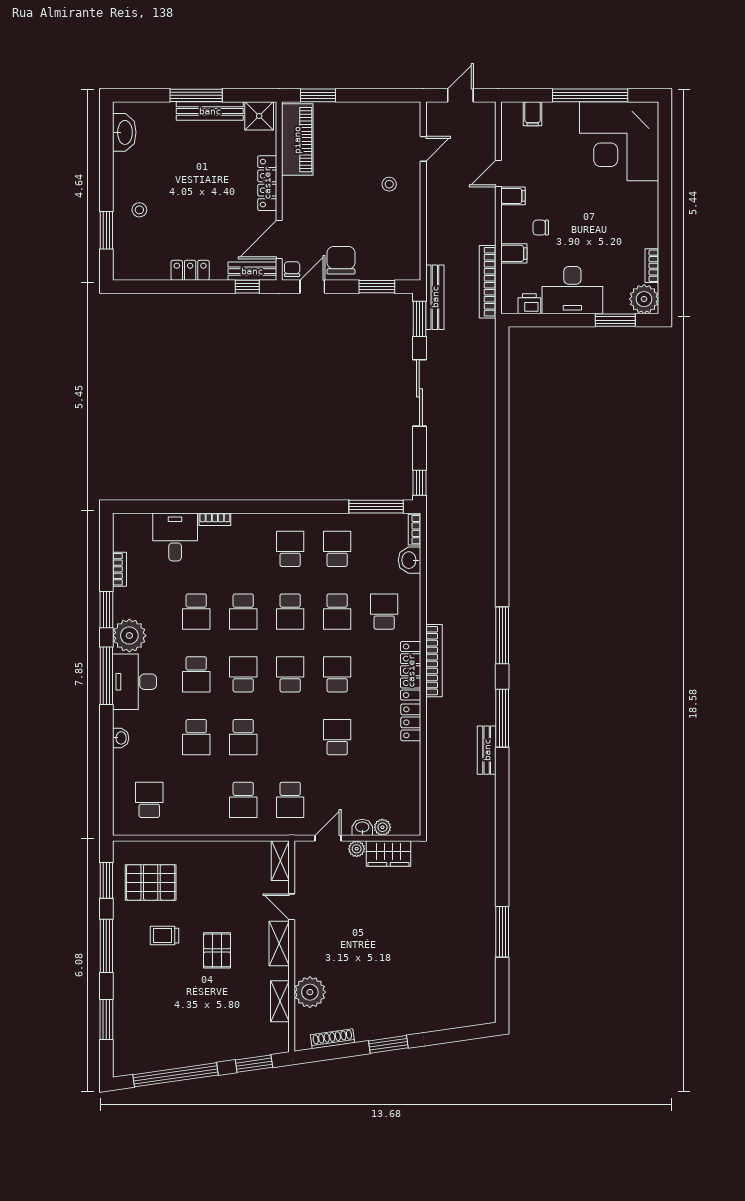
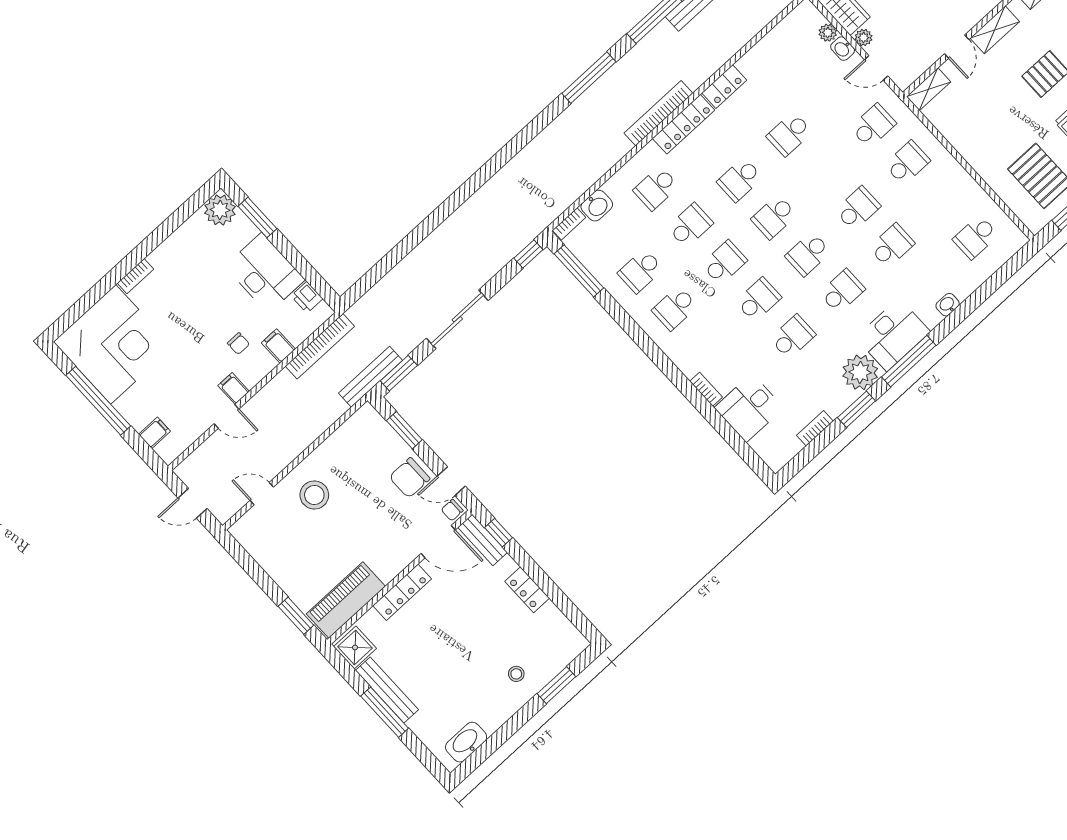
stool: (389, 184) -> (314, 495), width x1.89, depth x1.89
bookcase: (652, 266) -> (135, 276), moved

